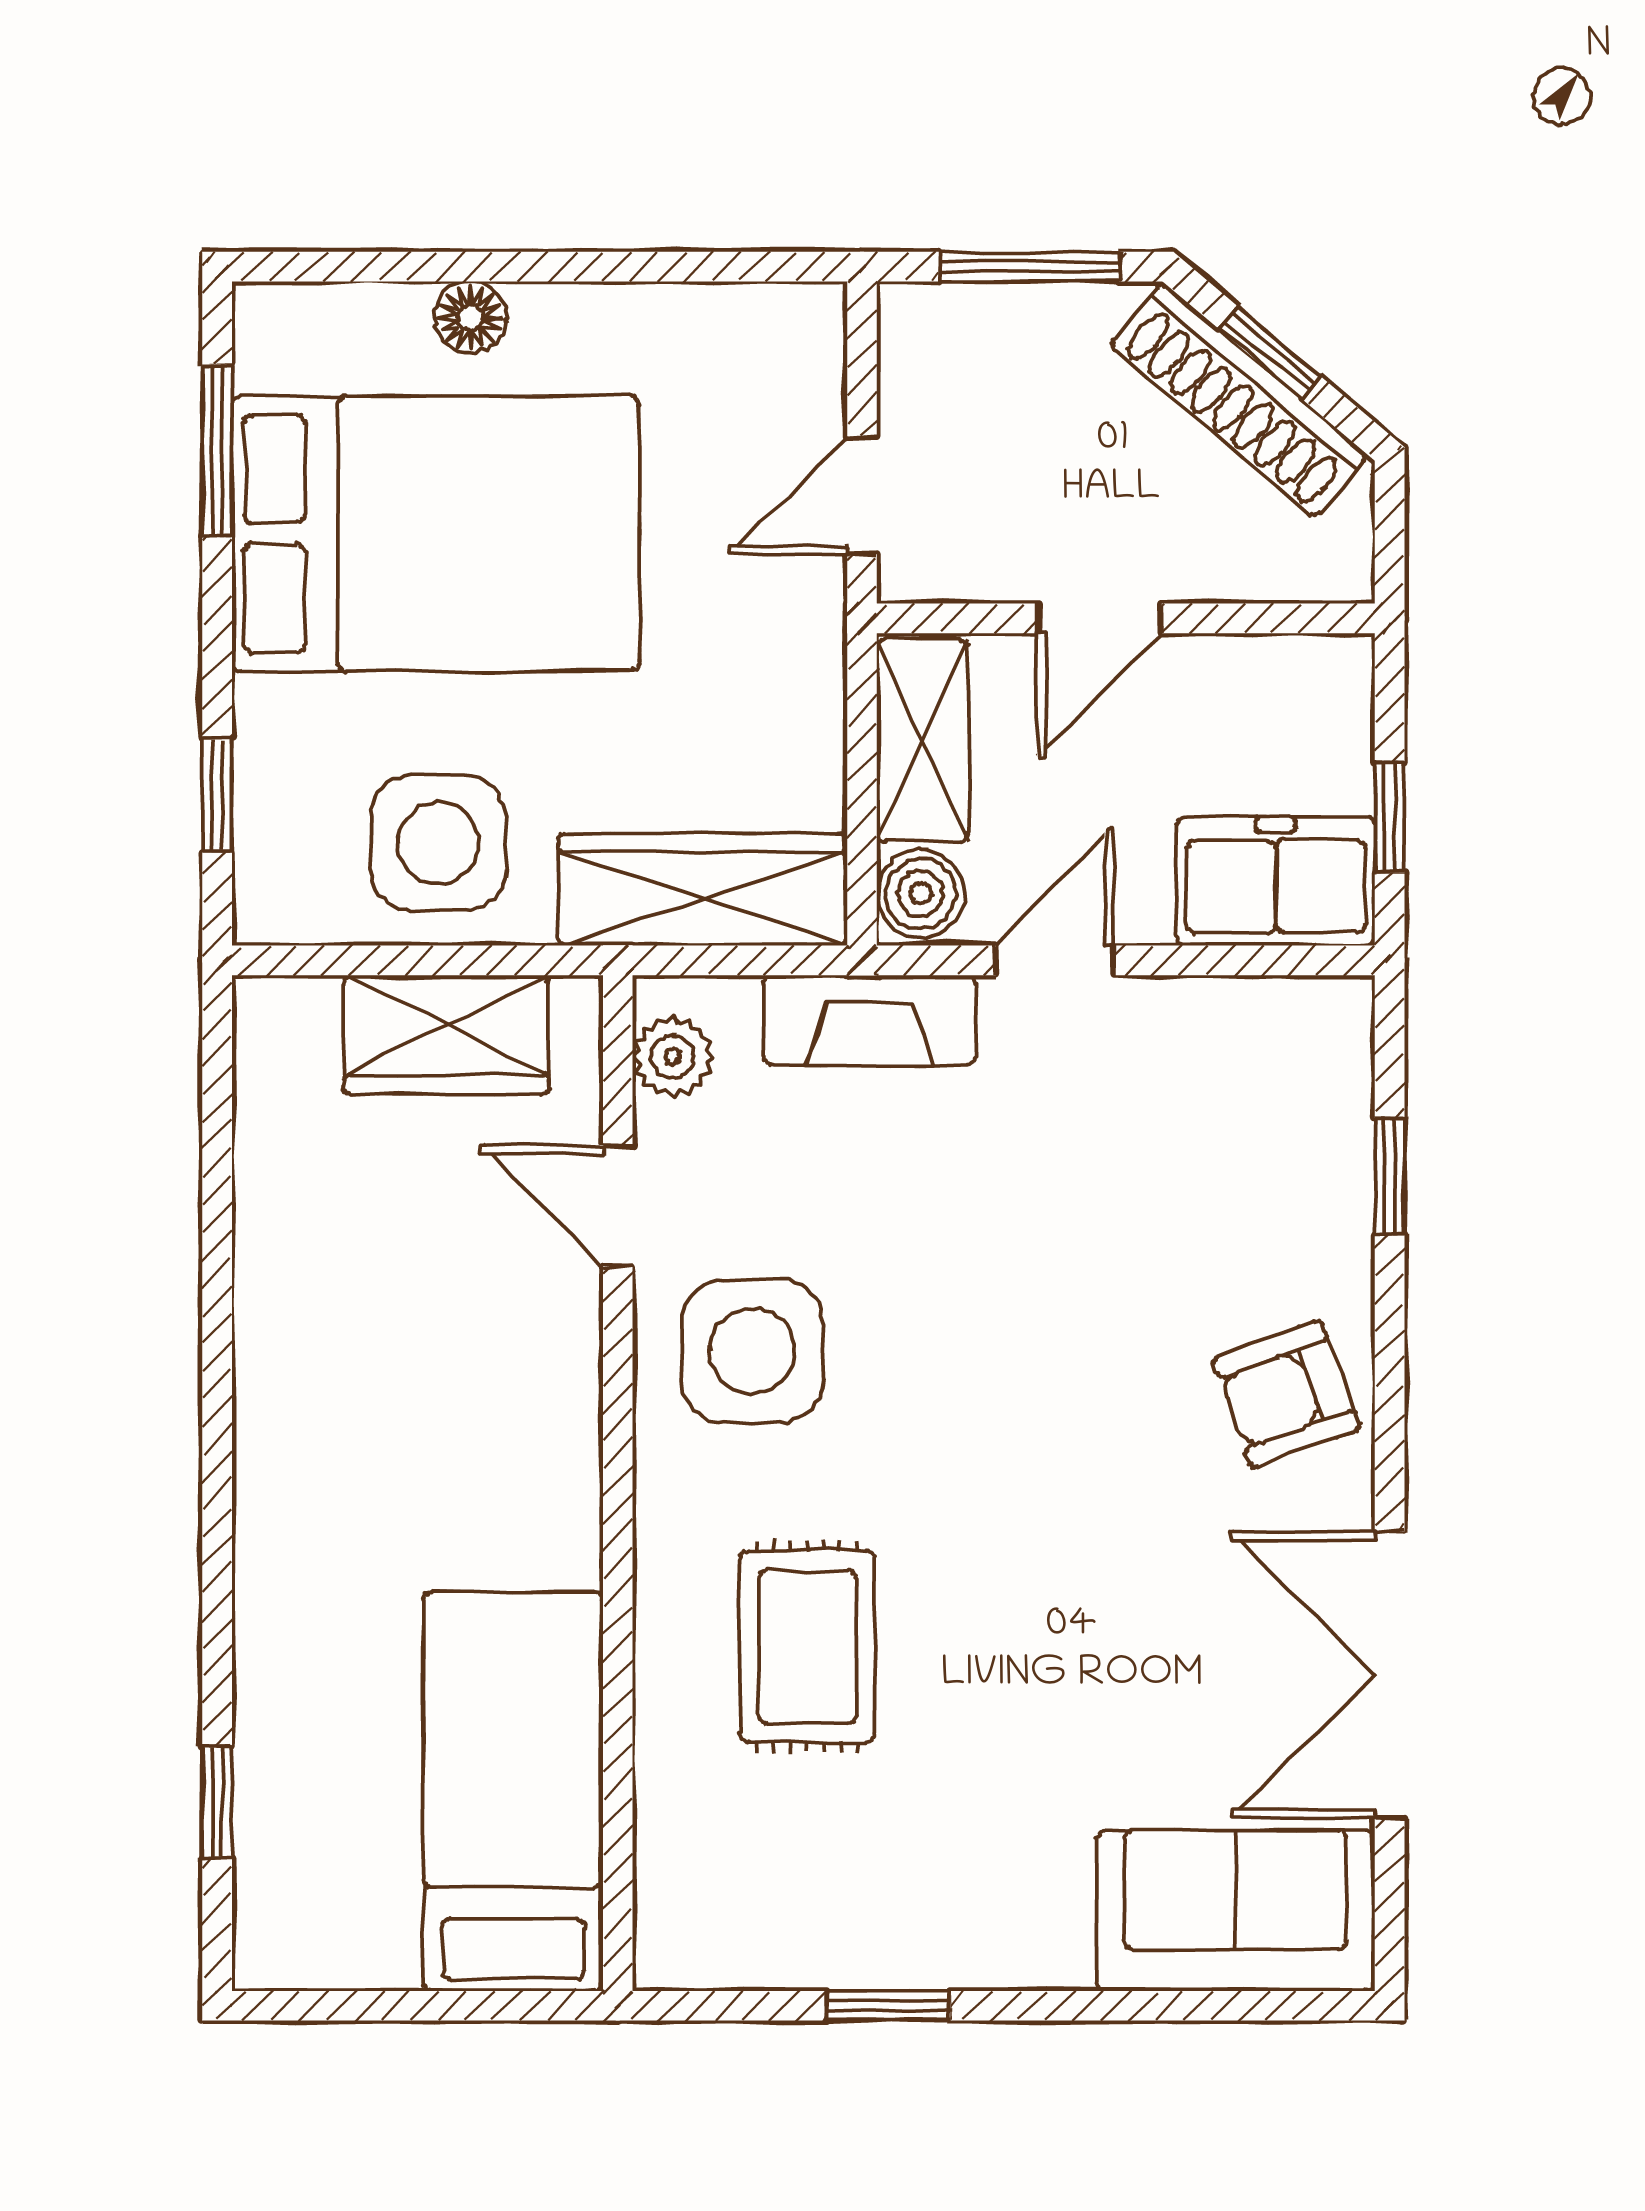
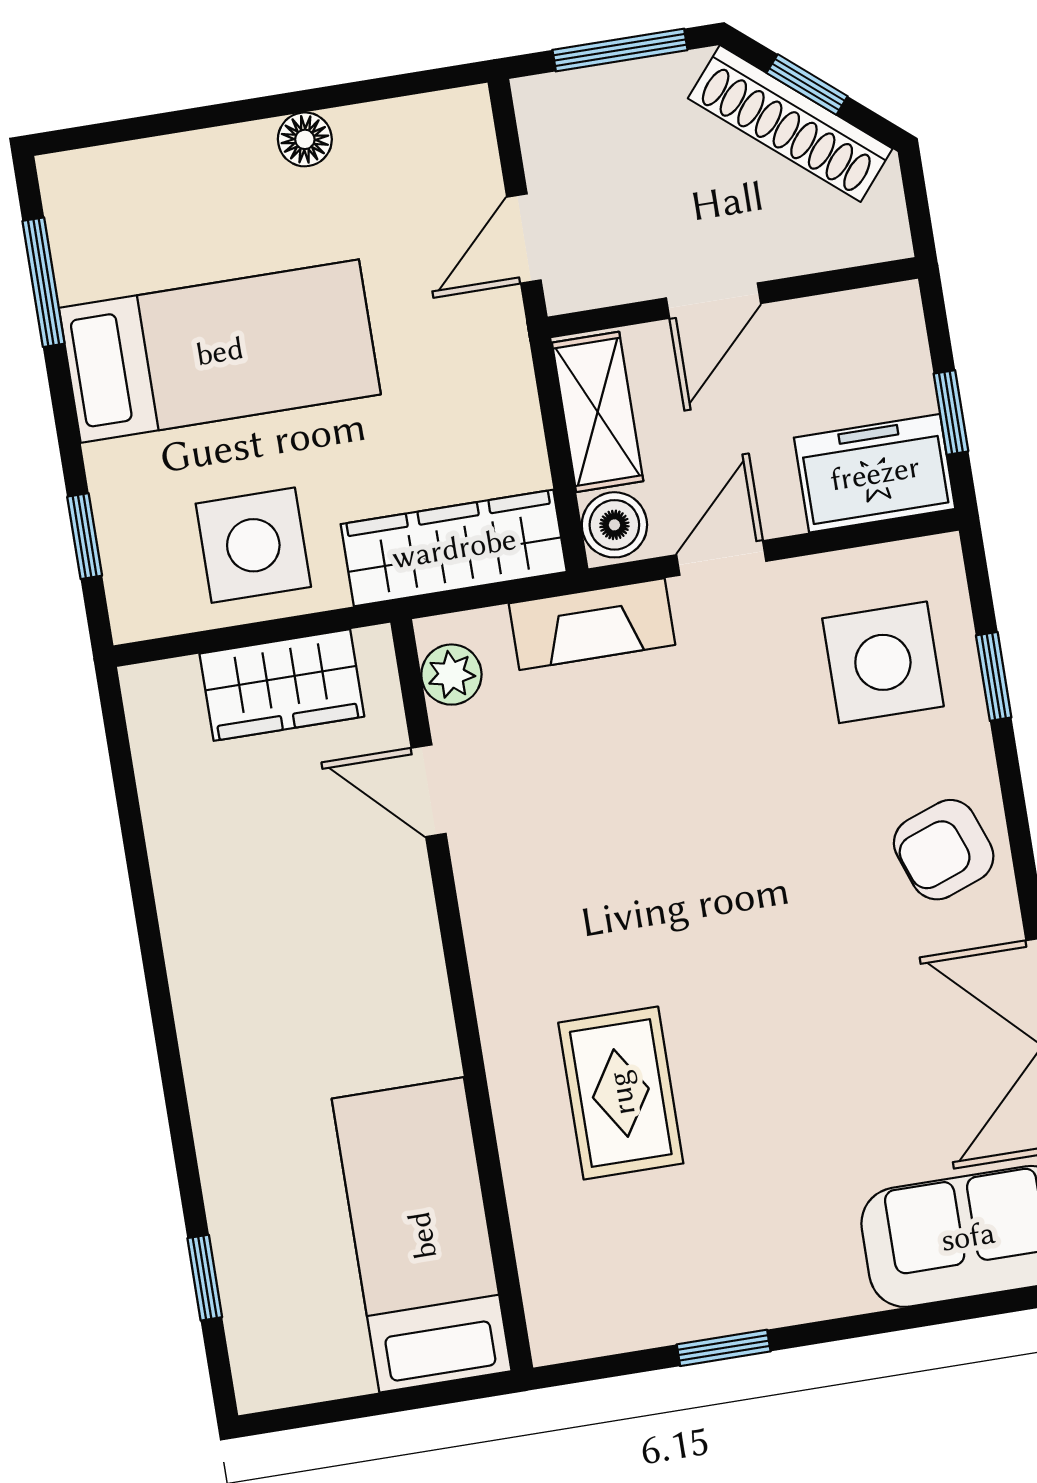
floor lamp: (470, 317) -> (305, 139), moved
bed: (436, 533) -> (220, 351), width x0.67
side table: (752, 1351) -> (883, 662), moved

